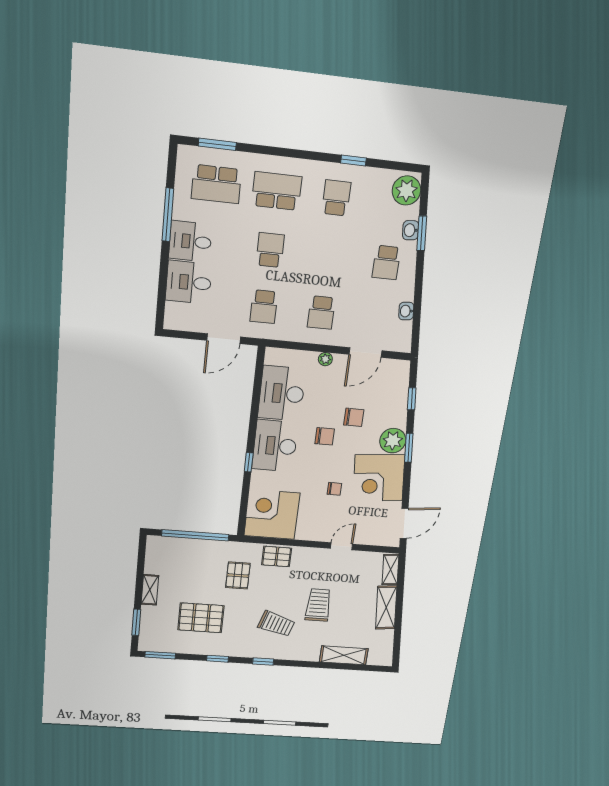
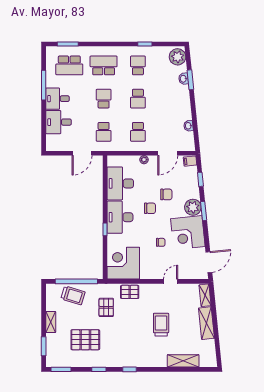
school desk: (386, 263) -> (138, 99), moved
filing cabinet: (400, 368) -> (190, 161), added
trolley: (276, 624) -> (73, 295), moved

